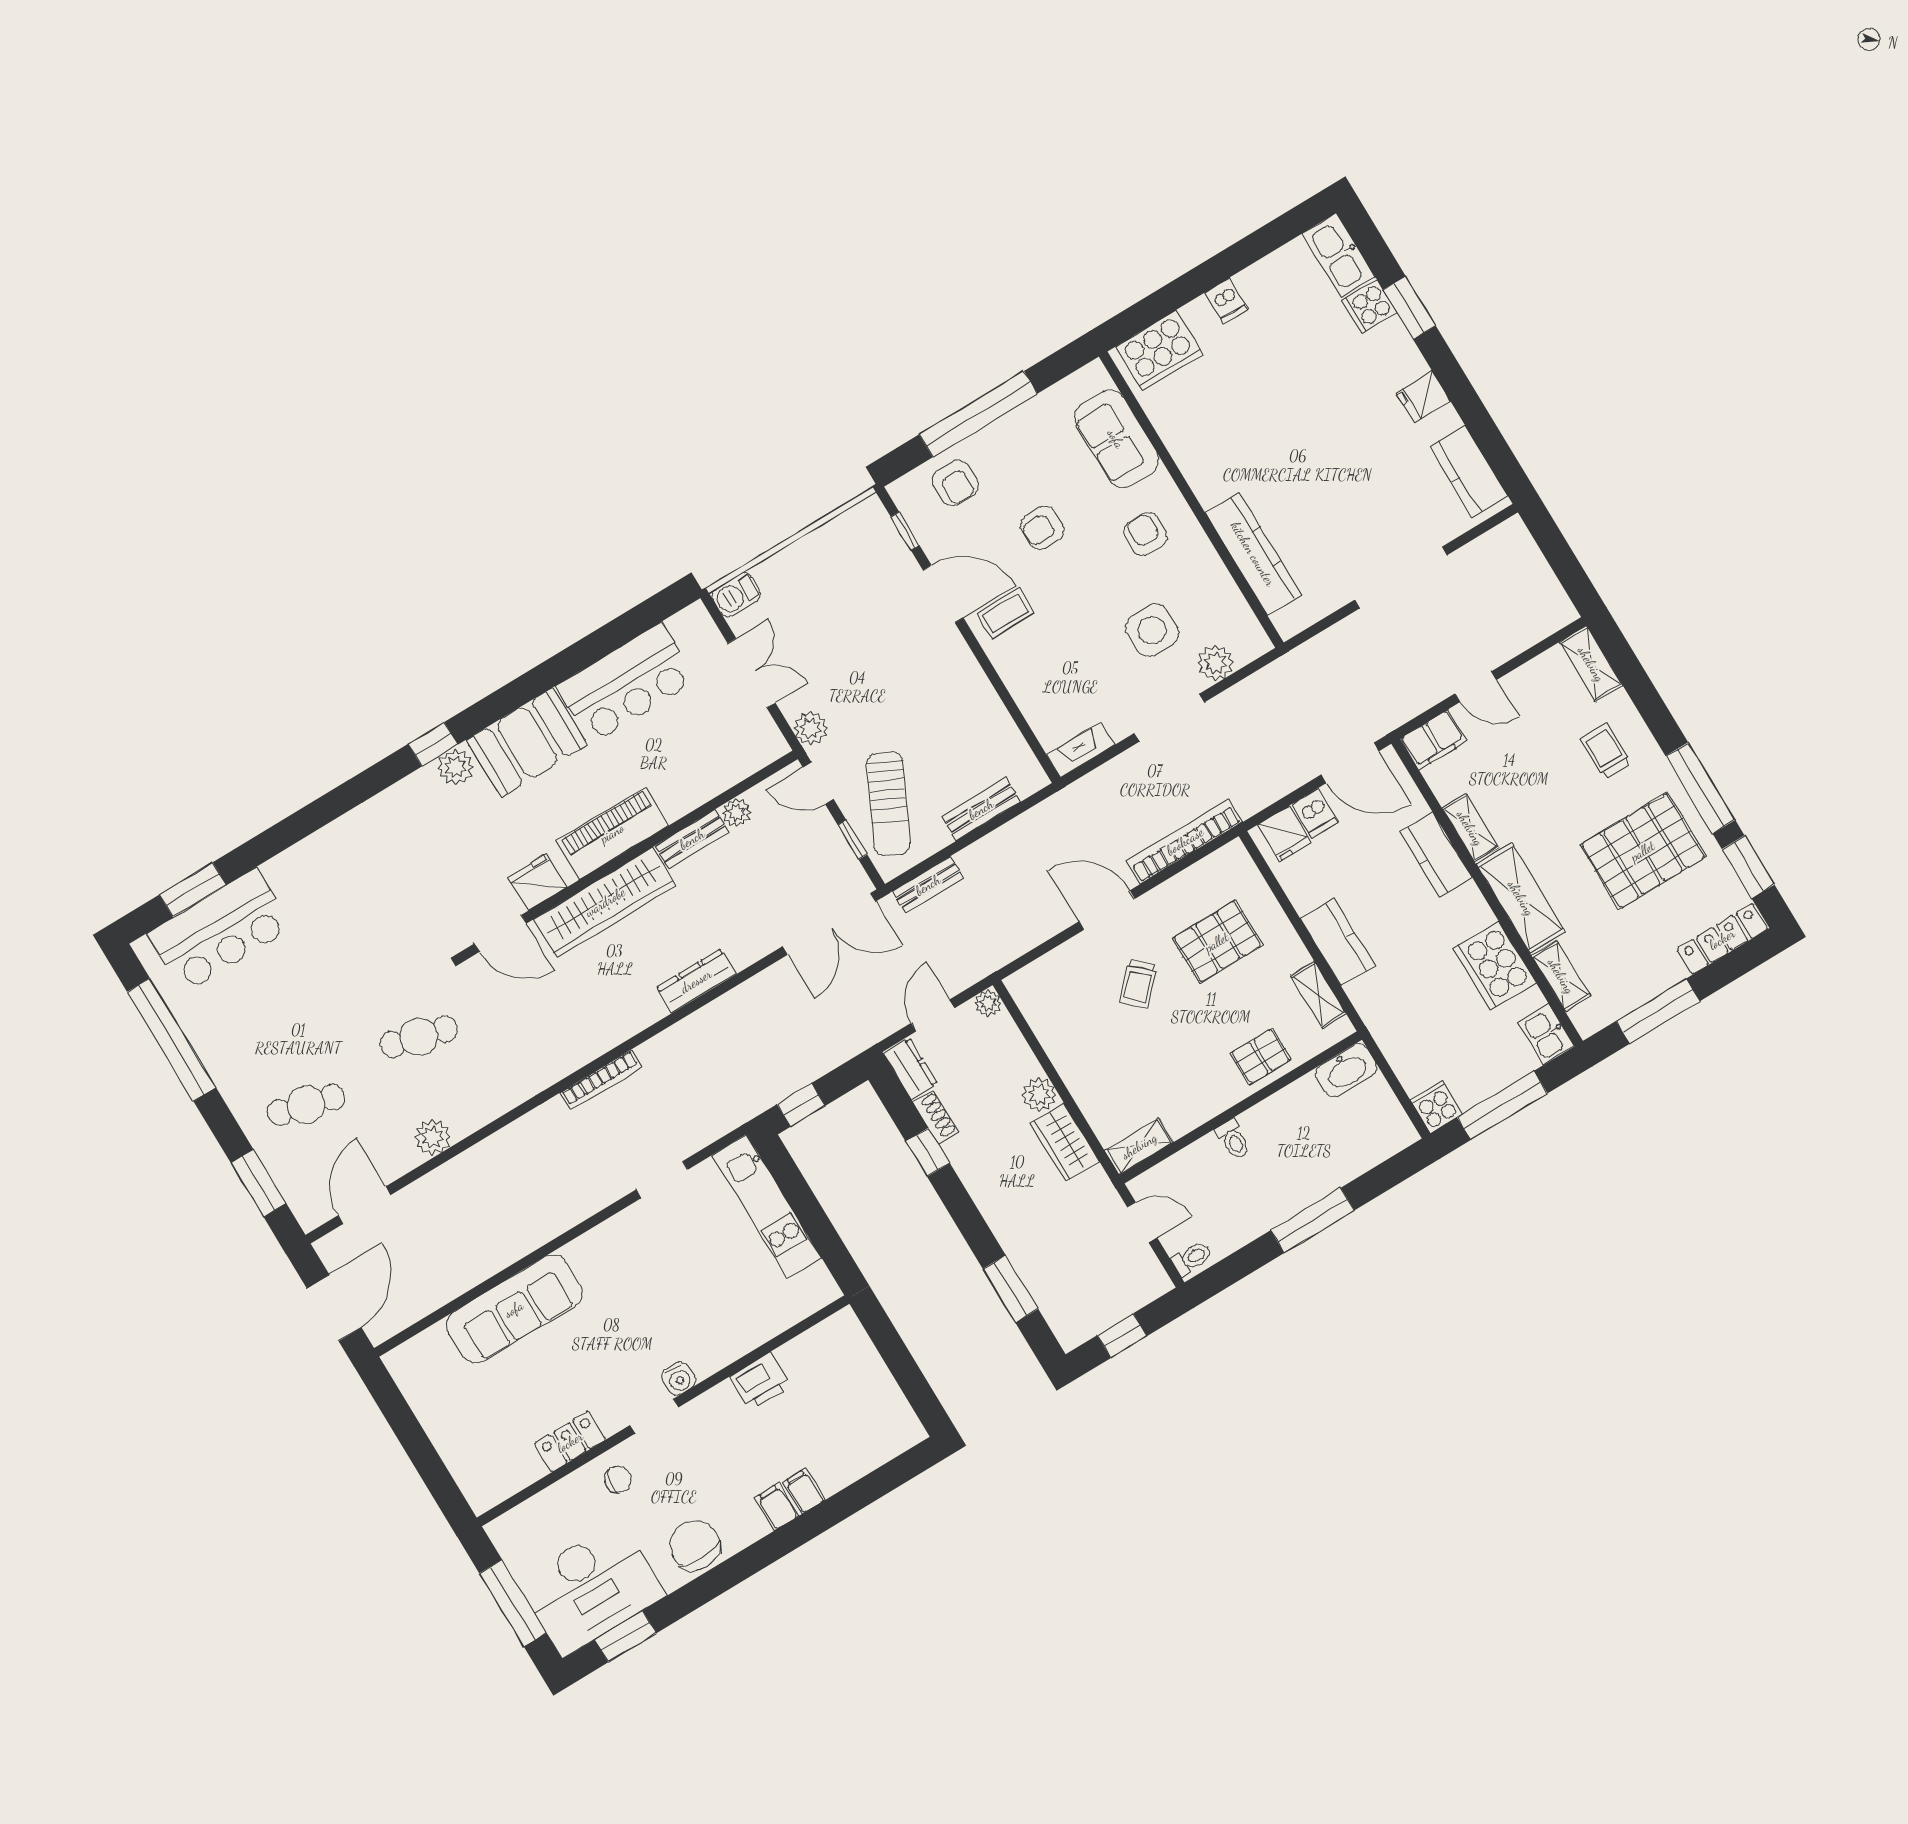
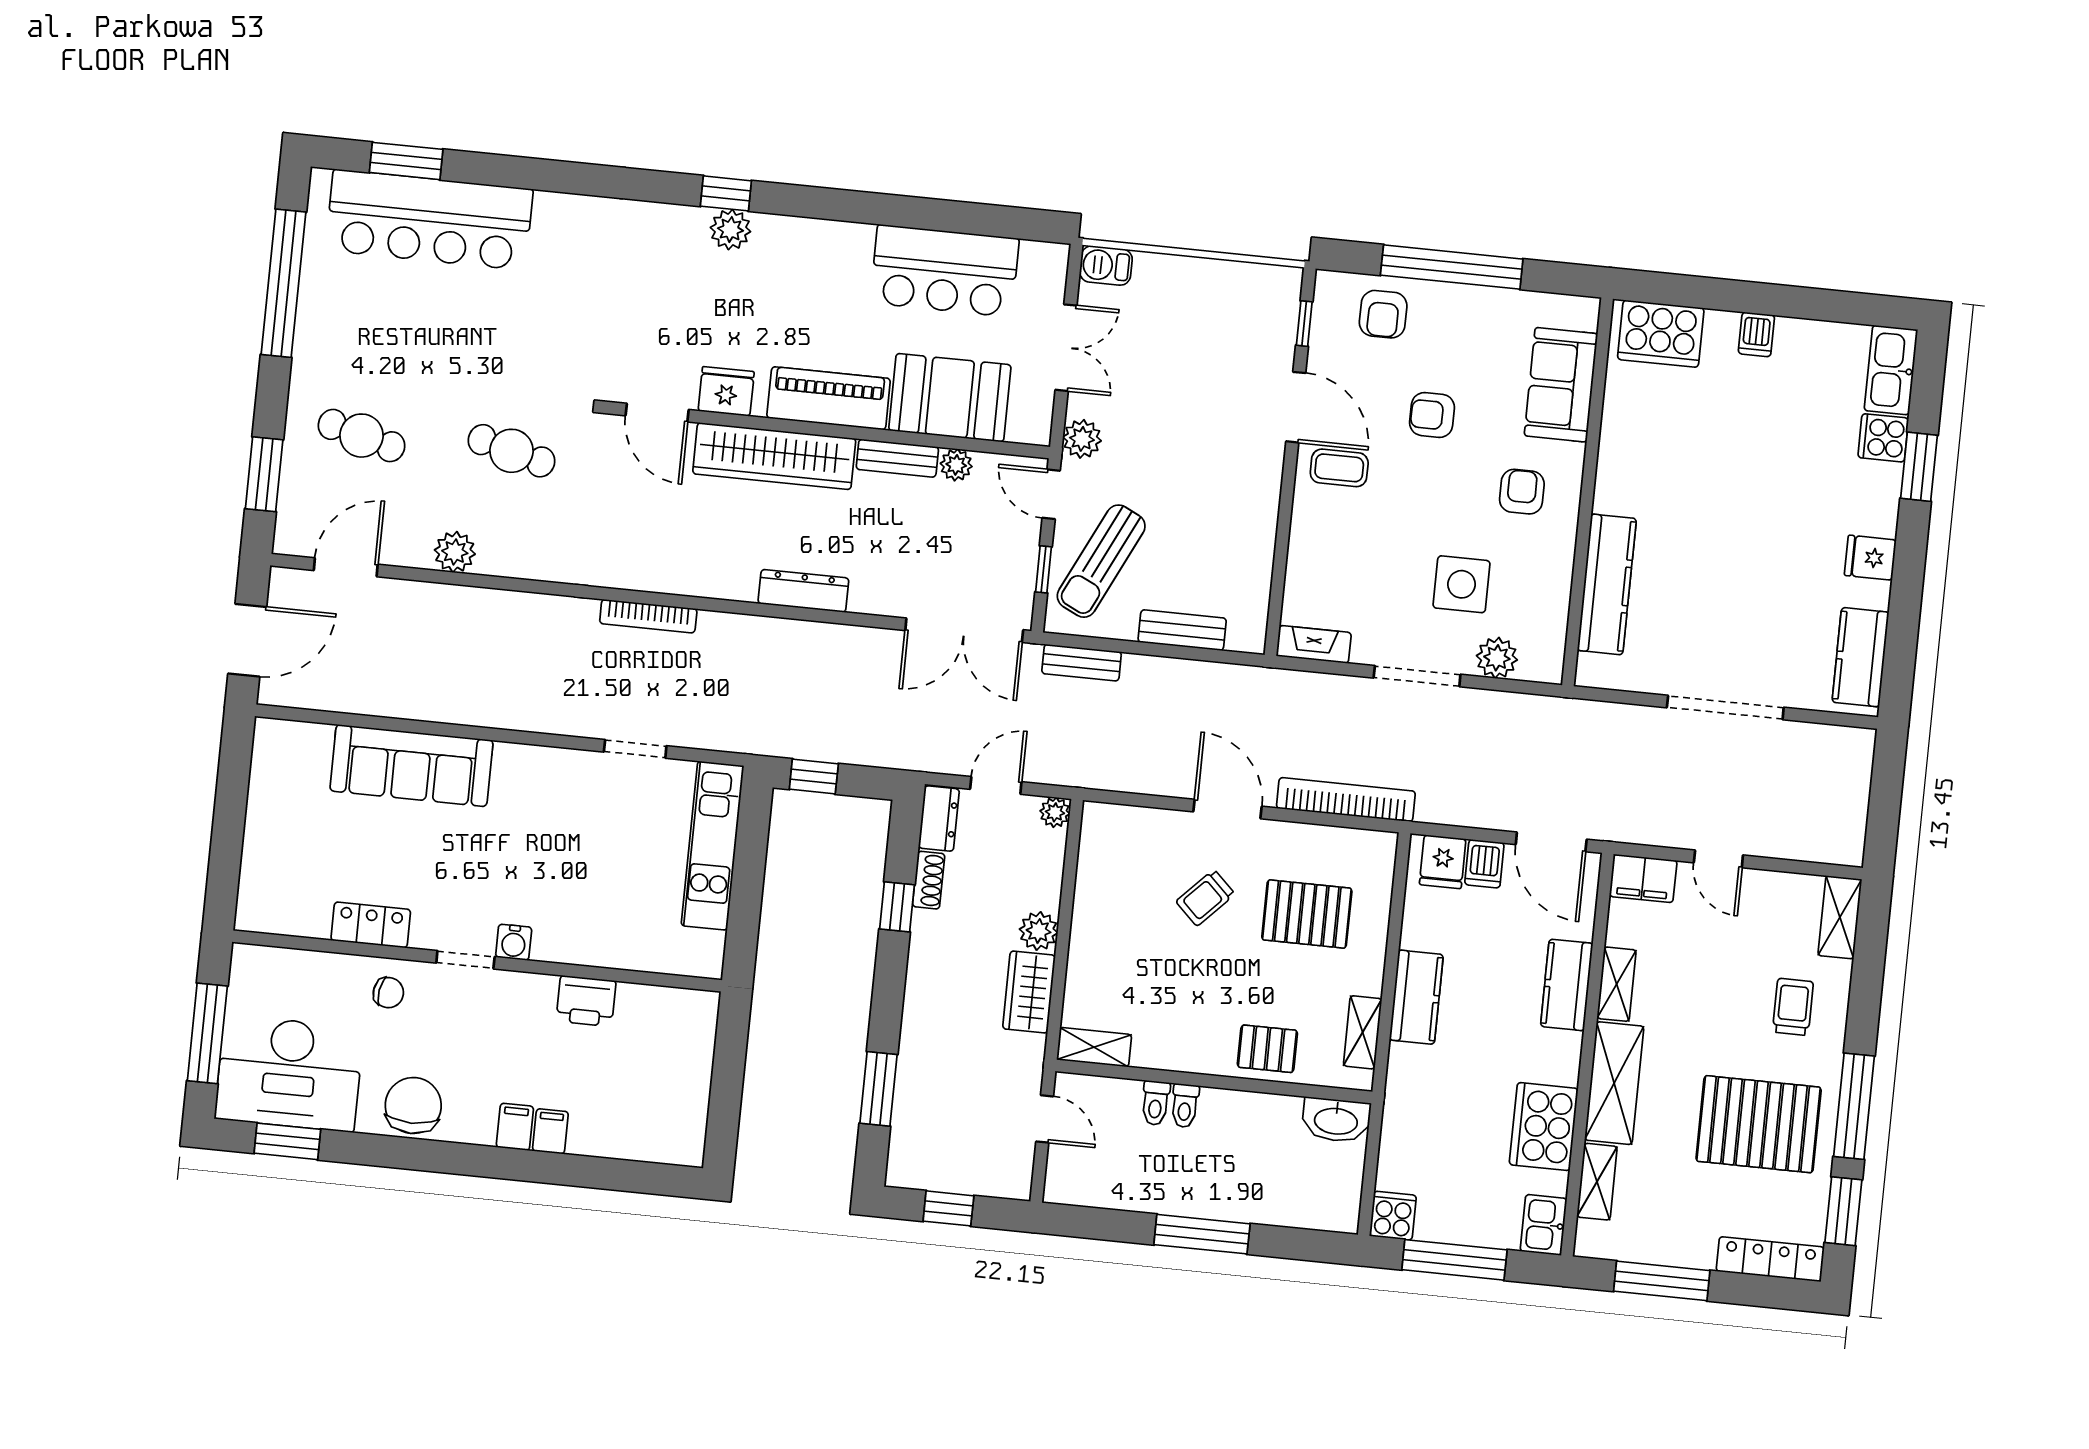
booth: (527, 742) -> (950, 398), moved
bar counter: (220, 931) -> (429, 220), width x1.36
toilet: (1192, 1258) -> (1155, 1103), moved, turned 90

